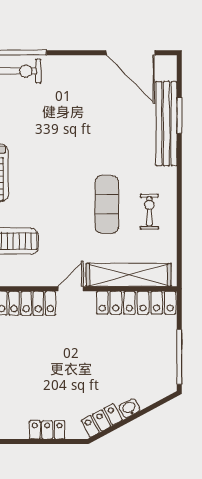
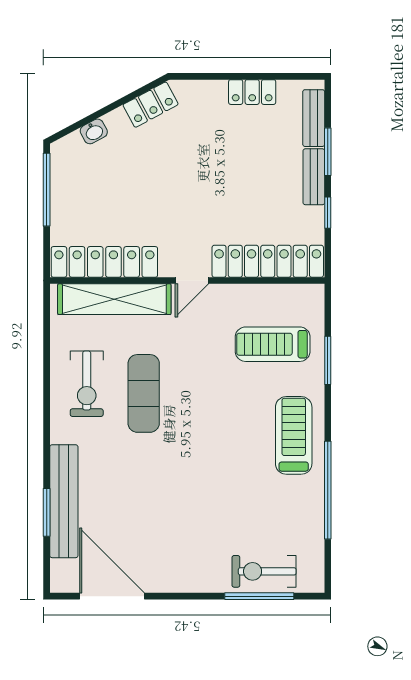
exercise bike: (149, 212) -> (87, 384), width x1.38, depth x1.39
washbasin: (129, 408) -> (94, 131), moved
locker: (47, 430) -> (252, 92), moved

